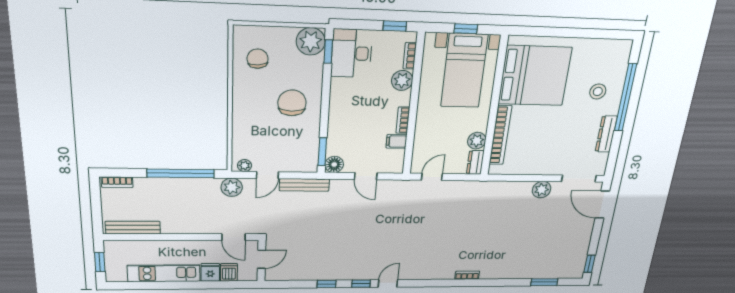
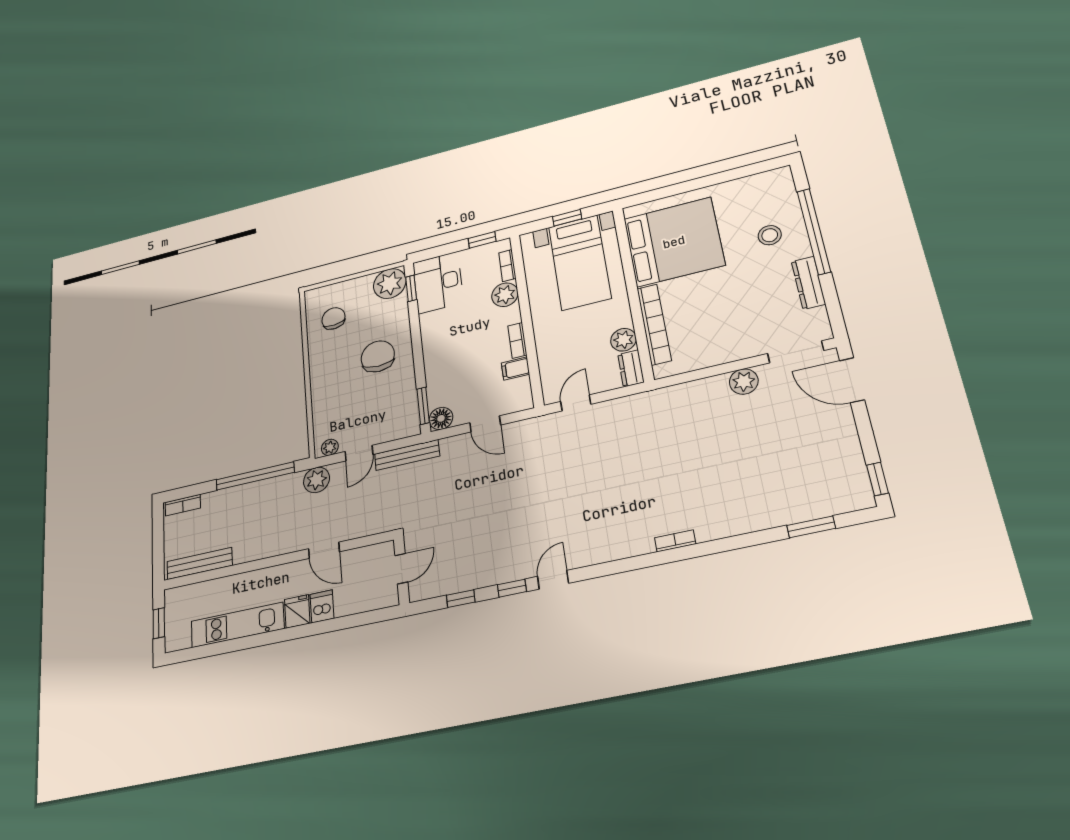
door: (262, 259) -> (401, 569), moved
wall: (261, 261) -> (401, 571), moved

